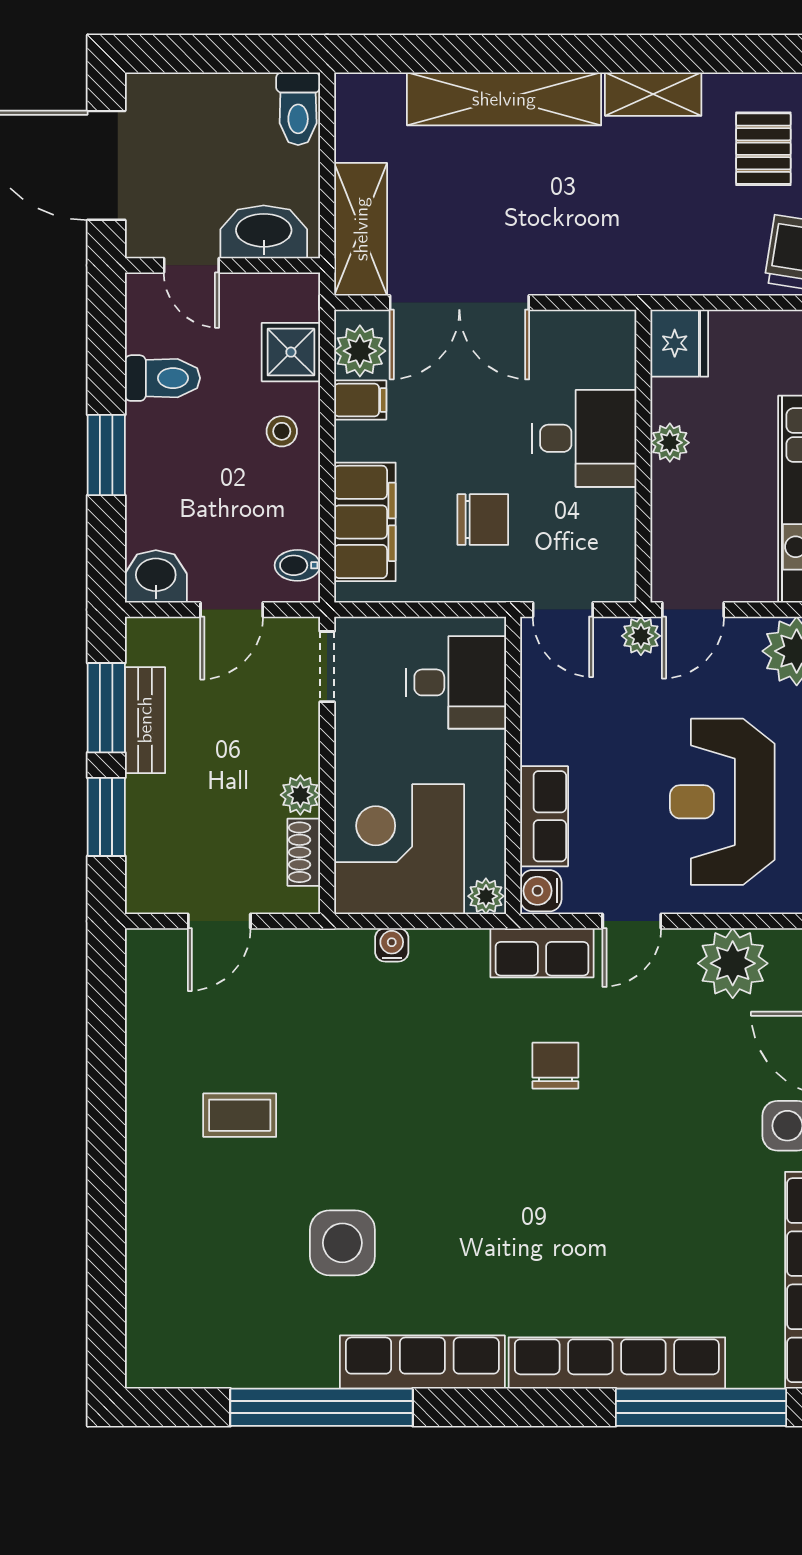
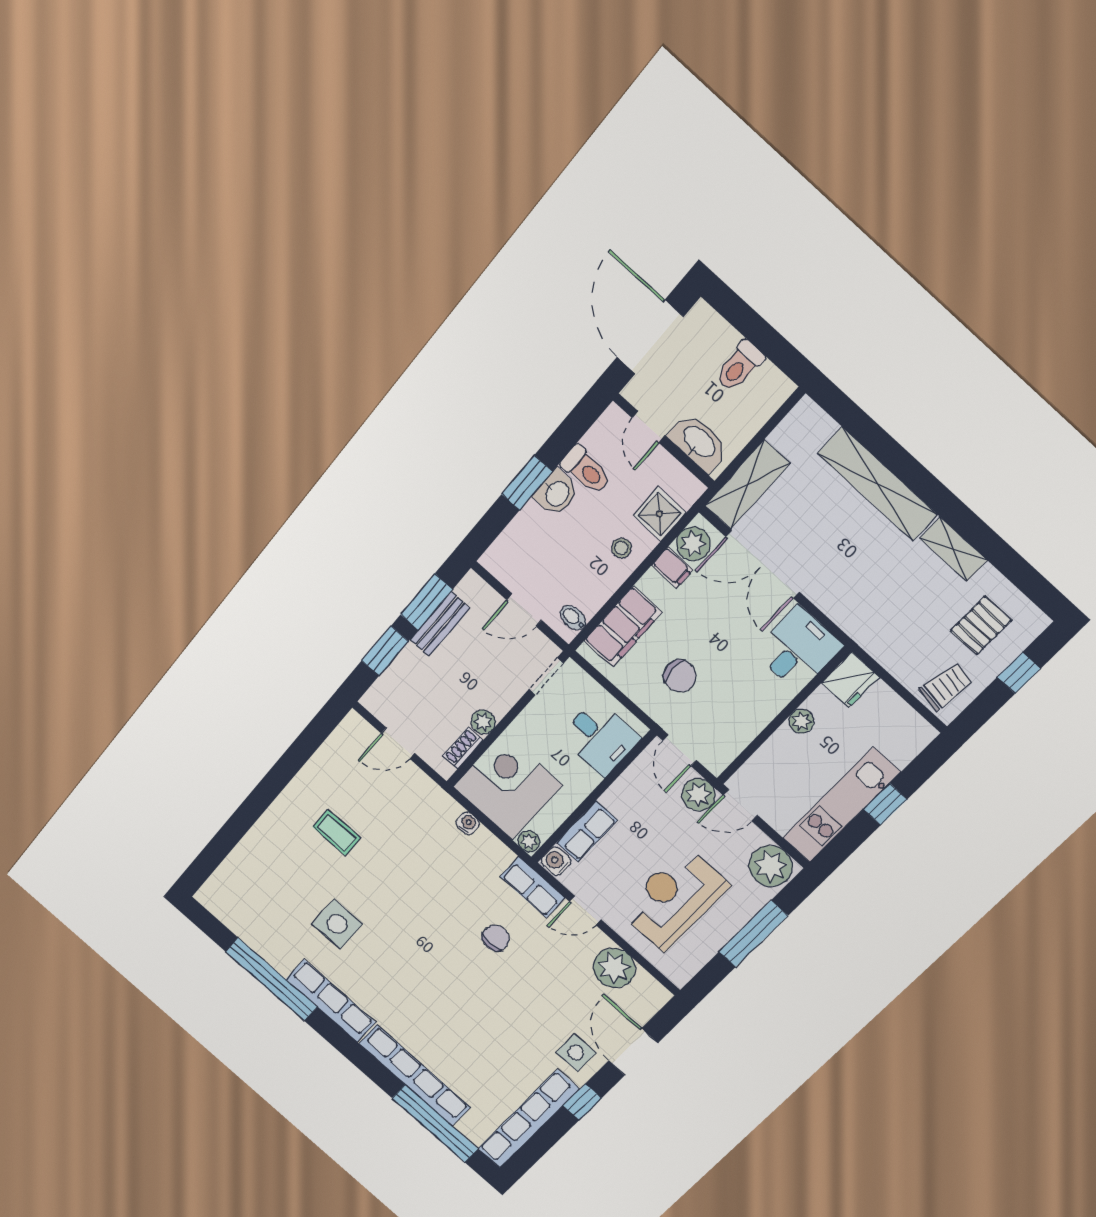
toilet: (298, 109) -> (739, 366), moved
desk: (584, 438) -> (798, 649), moved, turned -90
washbasin: (156, 576) -> (557, 493), moved, turned 90
plant: (641, 636) -> (699, 795), width x1.38, depth x1.38

